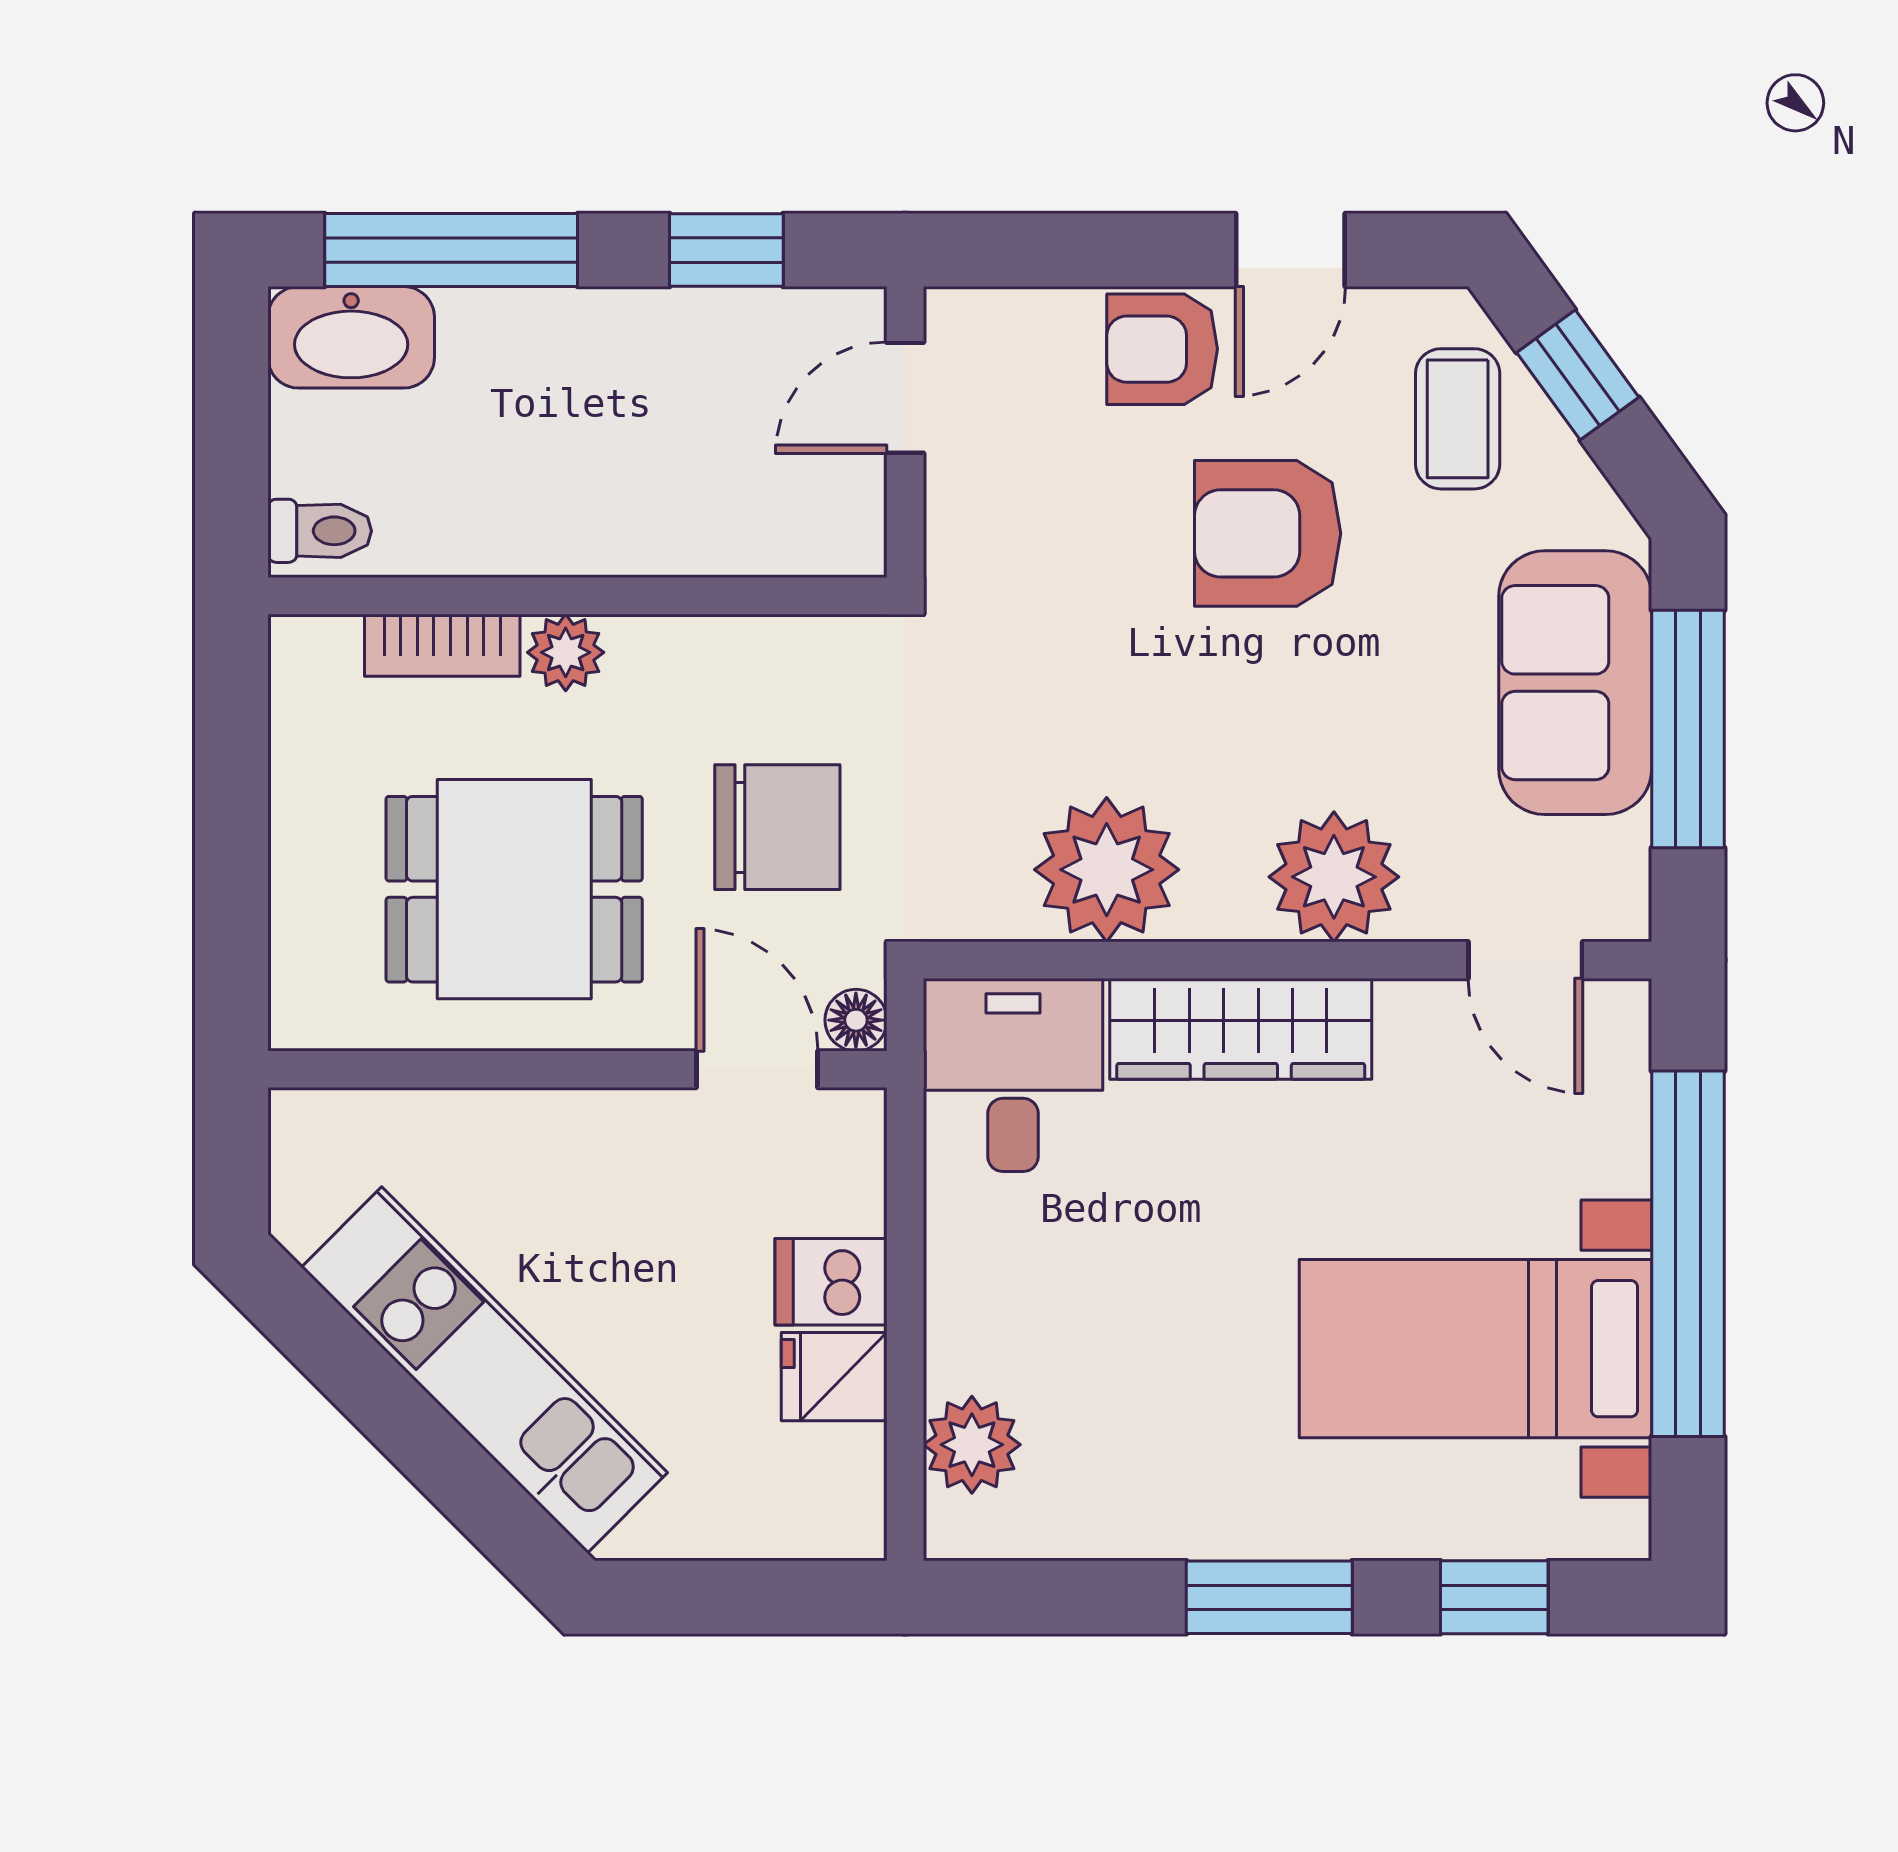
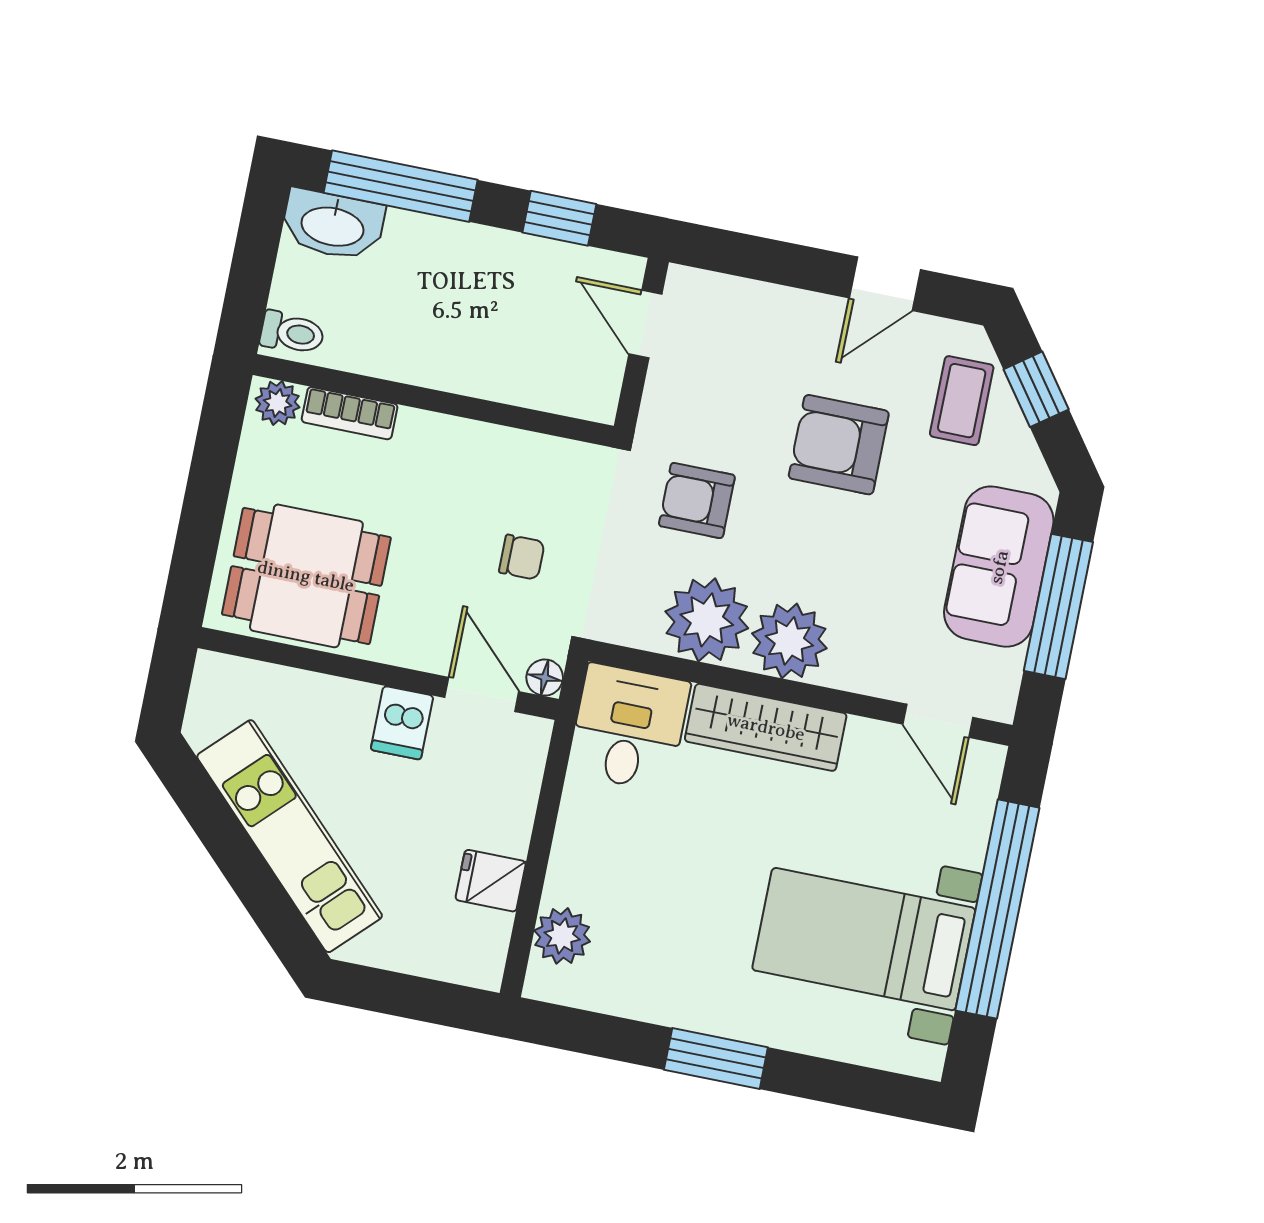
armchair: (1162, 349) -> (697, 501), moved
door: (905, 398) -> (645, 324), hinge flipped
plant: (566, 652) -> (278, 403), moved
chair: (777, 827) -> (522, 557), width x0.54, depth x0.54
plant: (1334, 877) -> (789, 641), moved
dining table: (514, 889) -> (306, 576), moved
dishwasher: (831, 1282) -> (402, 723), moved, turned -90
window: (1494, 1597) -> (846, 1085), removed

